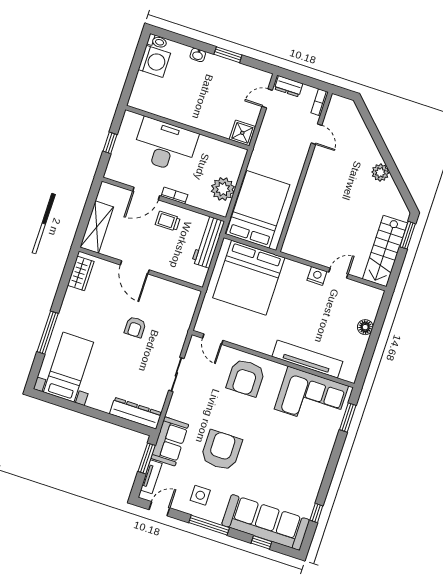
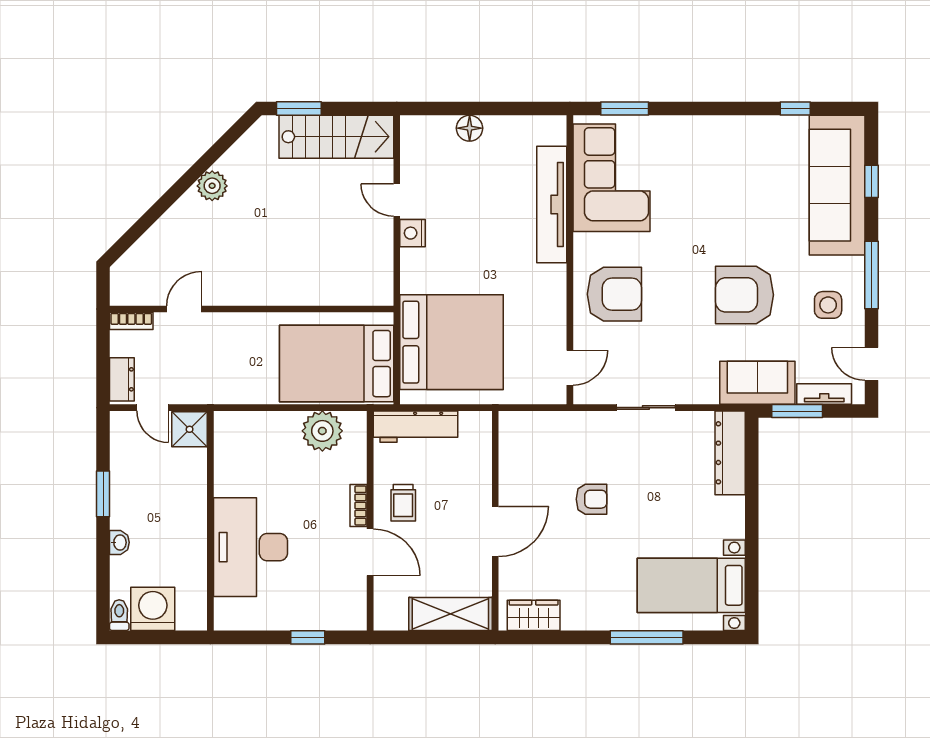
wall: (187, 128) -> (210, 521), moved
shower: (242, 133) -> (190, 429), moved
desk: (165, 145) -> (250, 547), moved

